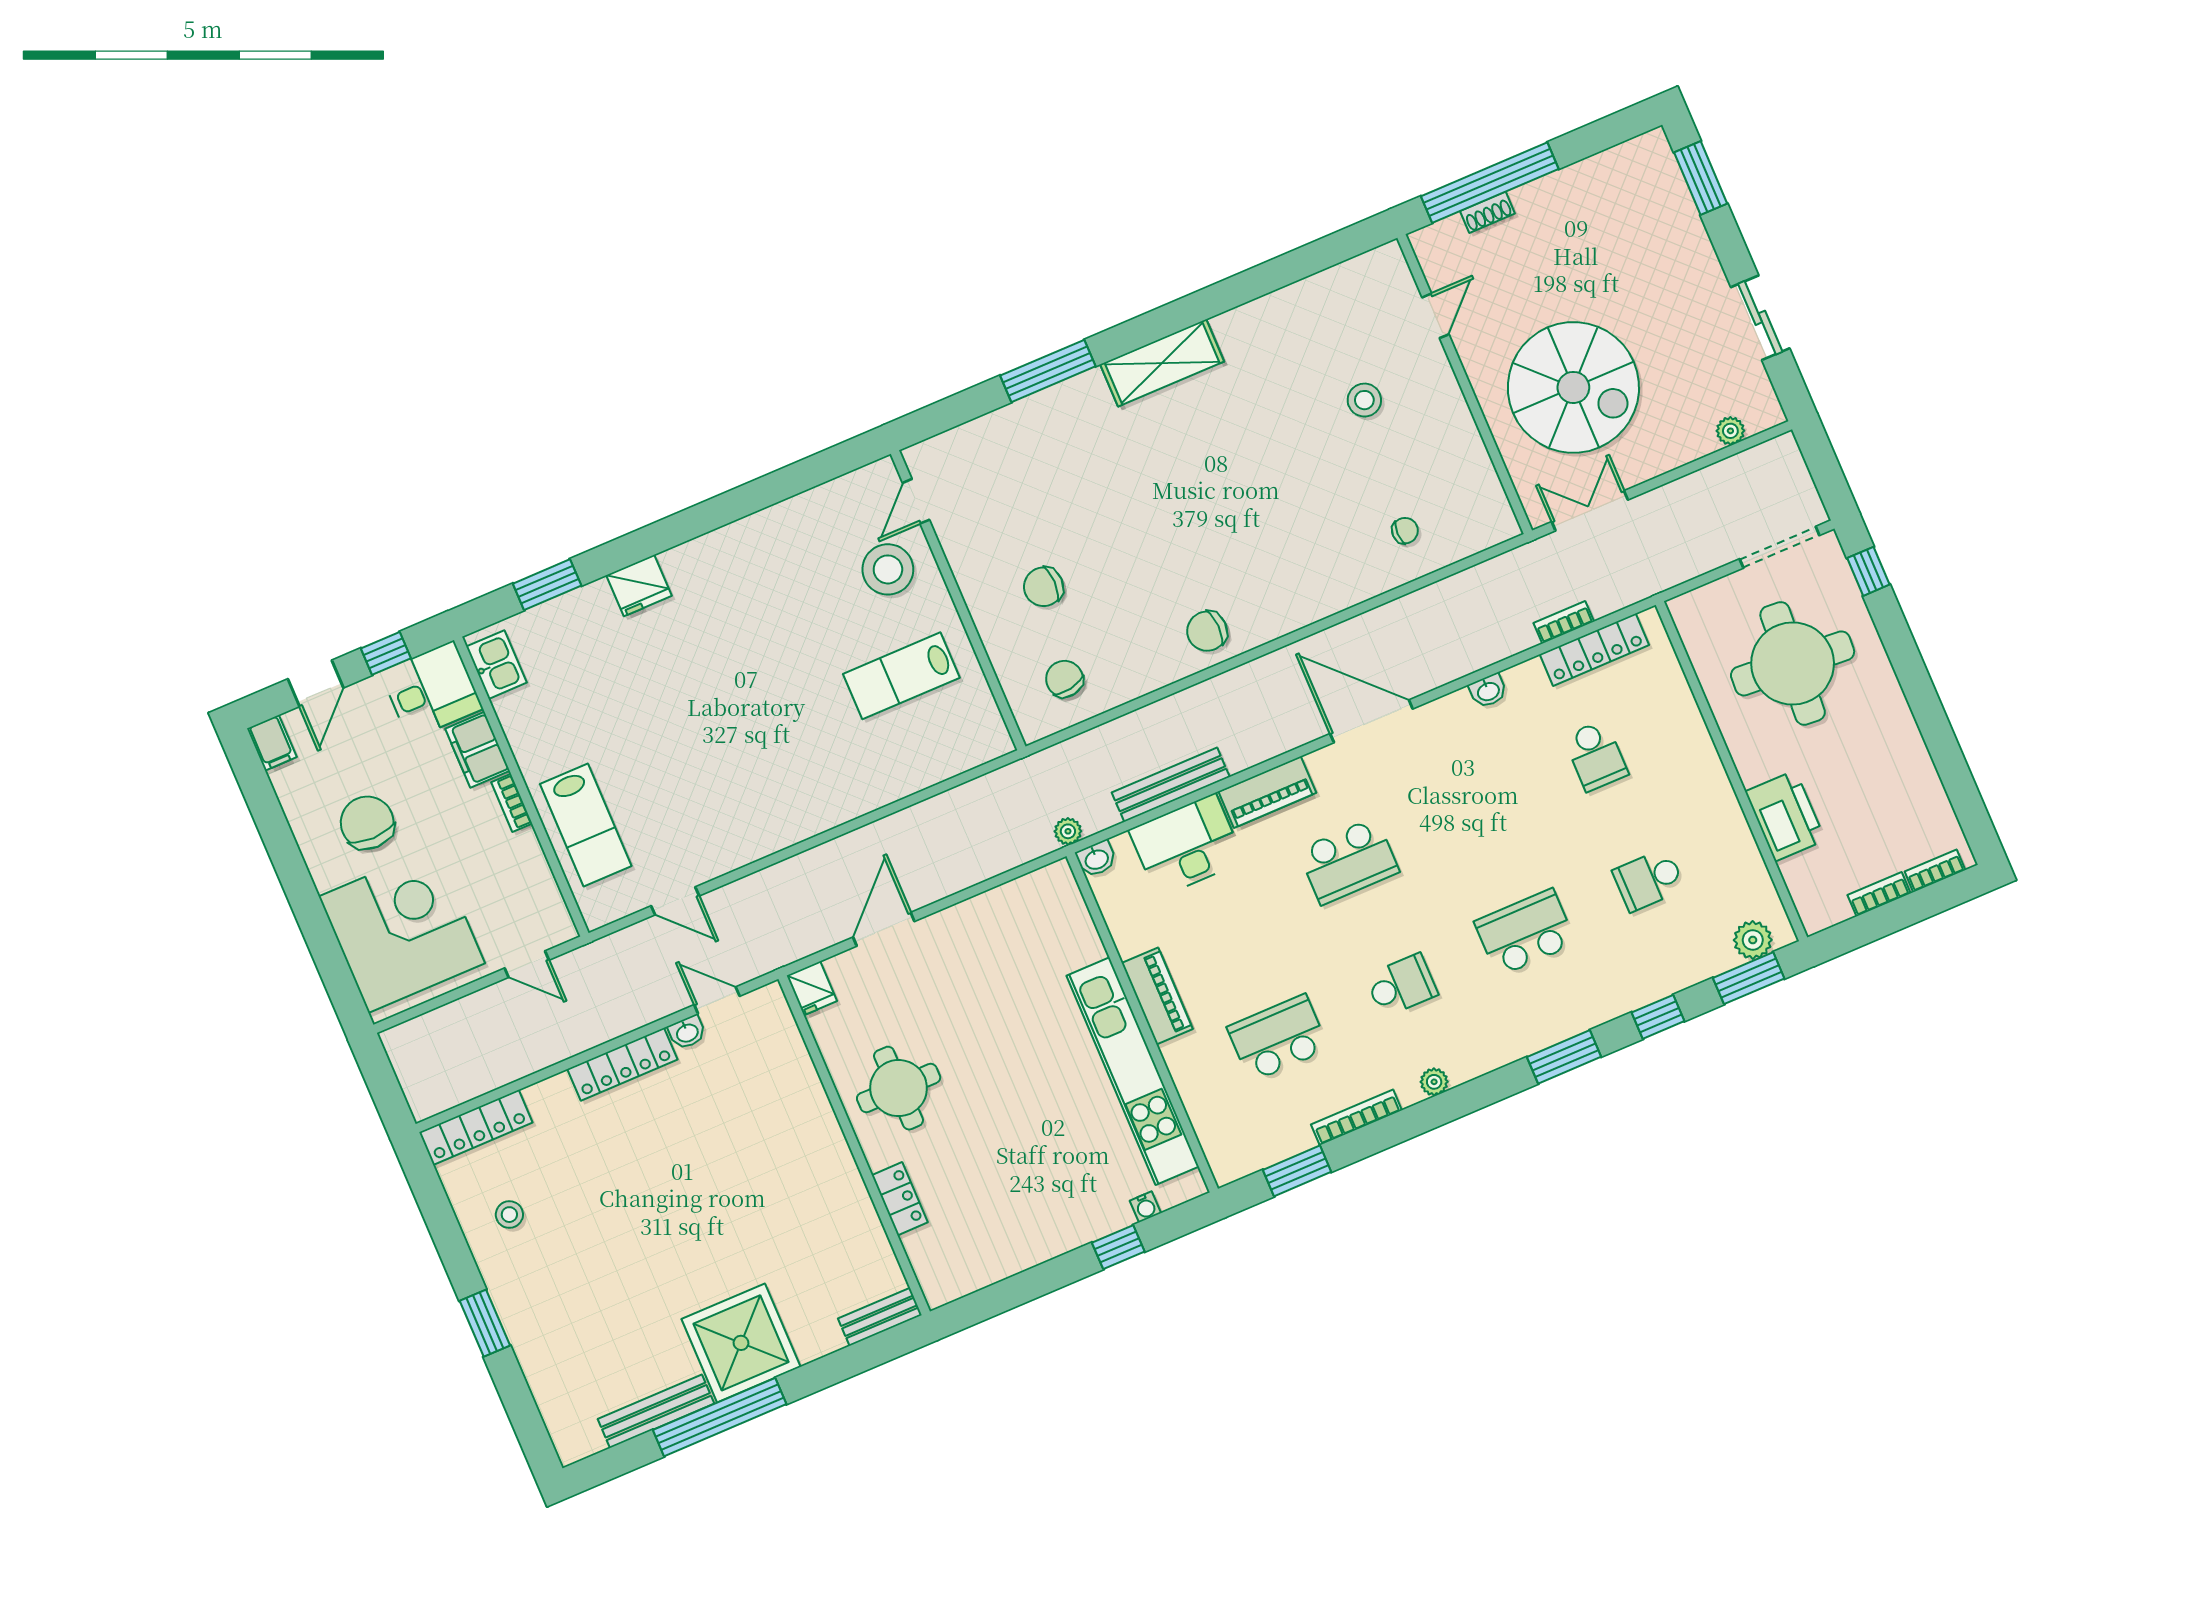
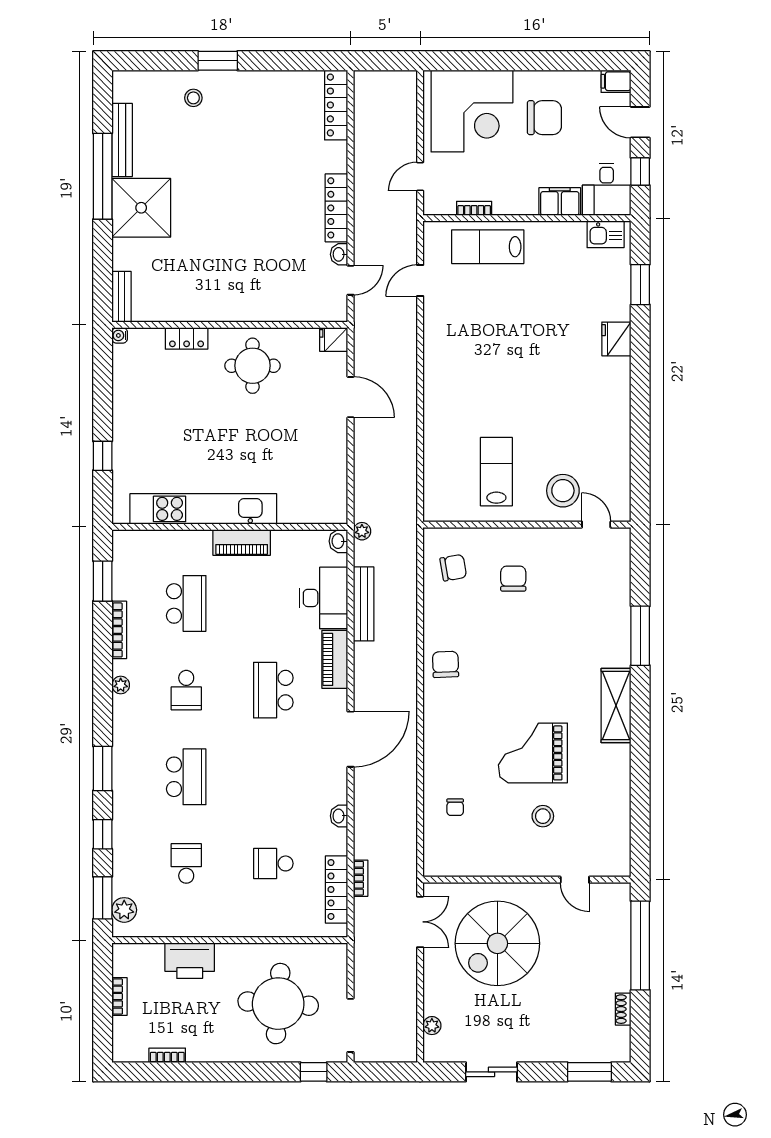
shoe rack: (1487, 212) -> (623, 1009), moved
grand piano: (1280, 453) -> (533, 753), added
bookcase: (512, 803) -> (474, 208), moved
bookcase: (1935, 871) -> (167, 1055), moved, turned -90
water cooler: (1145, 1207) -> (120, 335), moved
stool: (509, 1215) -> (193, 98), moved

